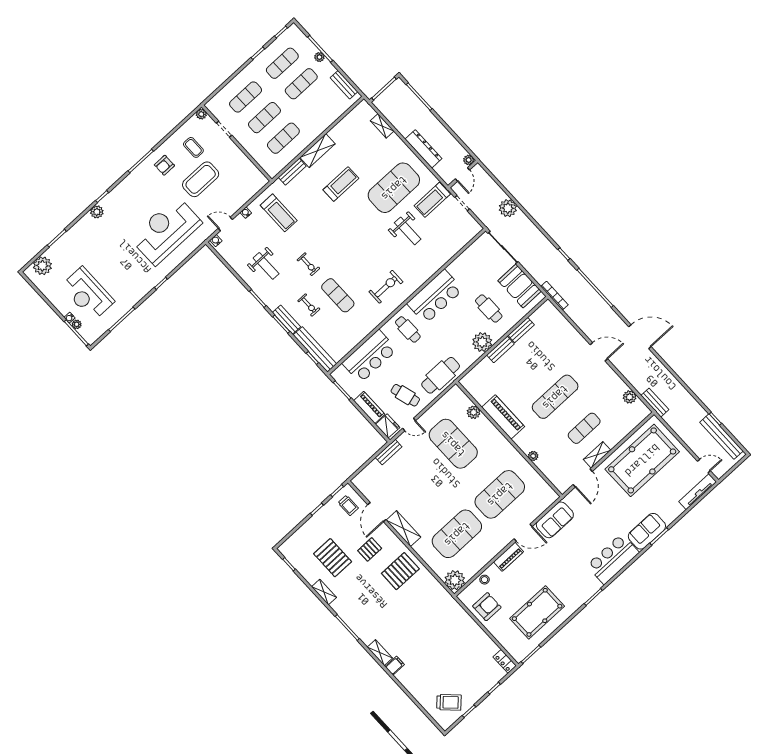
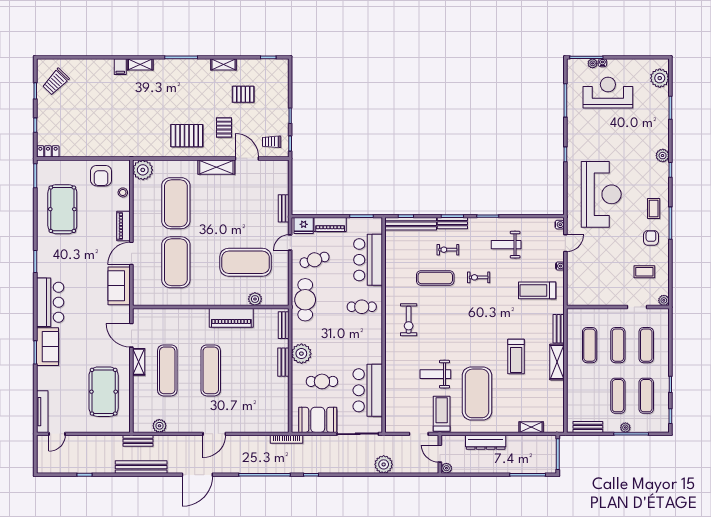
coffee table: (201, 179) -> (654, 208), moved, width x0.54, depth x0.58
bar counter: (435, 297) -> (368, 390), moved
bench: (521, 330) -> (284, 325), moved
exercise mat: (584, 428) -> (167, 370), width x1.36, depth x1.45
bench: (721, 437) -> (141, 467), moved
plant: (533, 456) -> (182, 313), removed
pool table: (642, 460) -> (104, 392), width x0.73, depth x0.76
pallet: (333, 558) -> (243, 94), width x0.67, depth x0.71
pallet: (400, 571) -> (187, 136), turned 90

